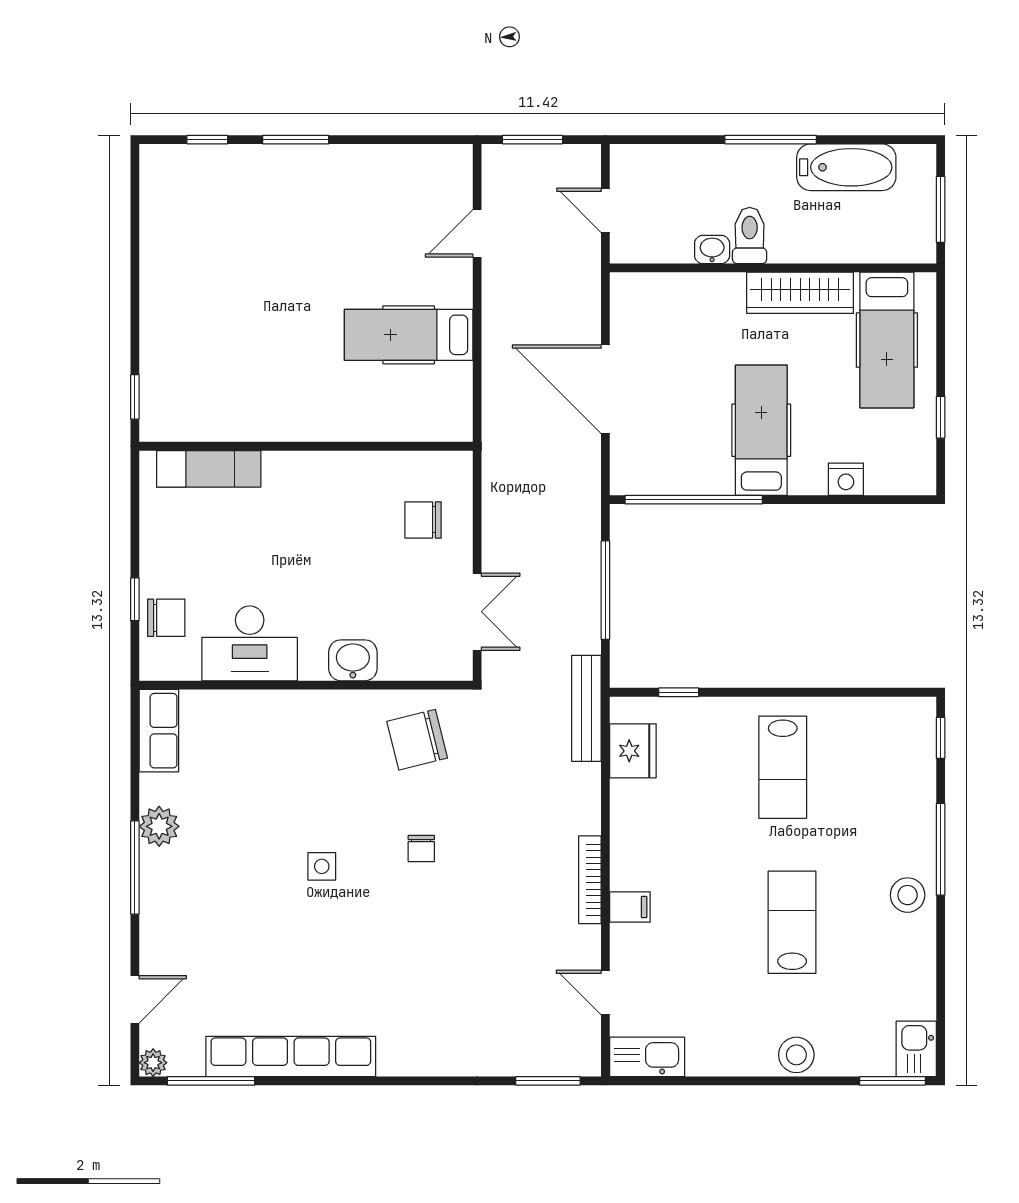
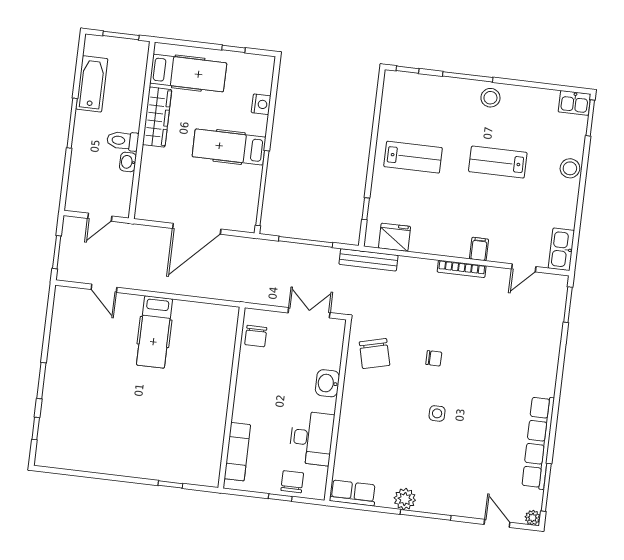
wall: (306, 446) -> (231, 398), moved
exam couch: (209, 469) -> (237, 452), moved

